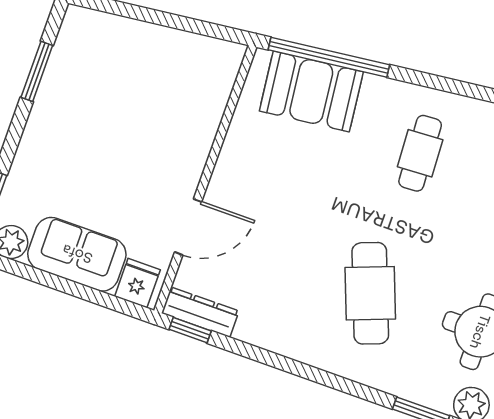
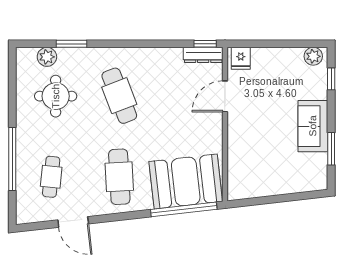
booth: (311, 91) -> (186, 182), width x1.36, depth x1.42
cafe table: (420, 153) -> (119, 177), width x1.37, depth x1.35
sofa: (77, 254) -> (313, 126), moved, turned 90

